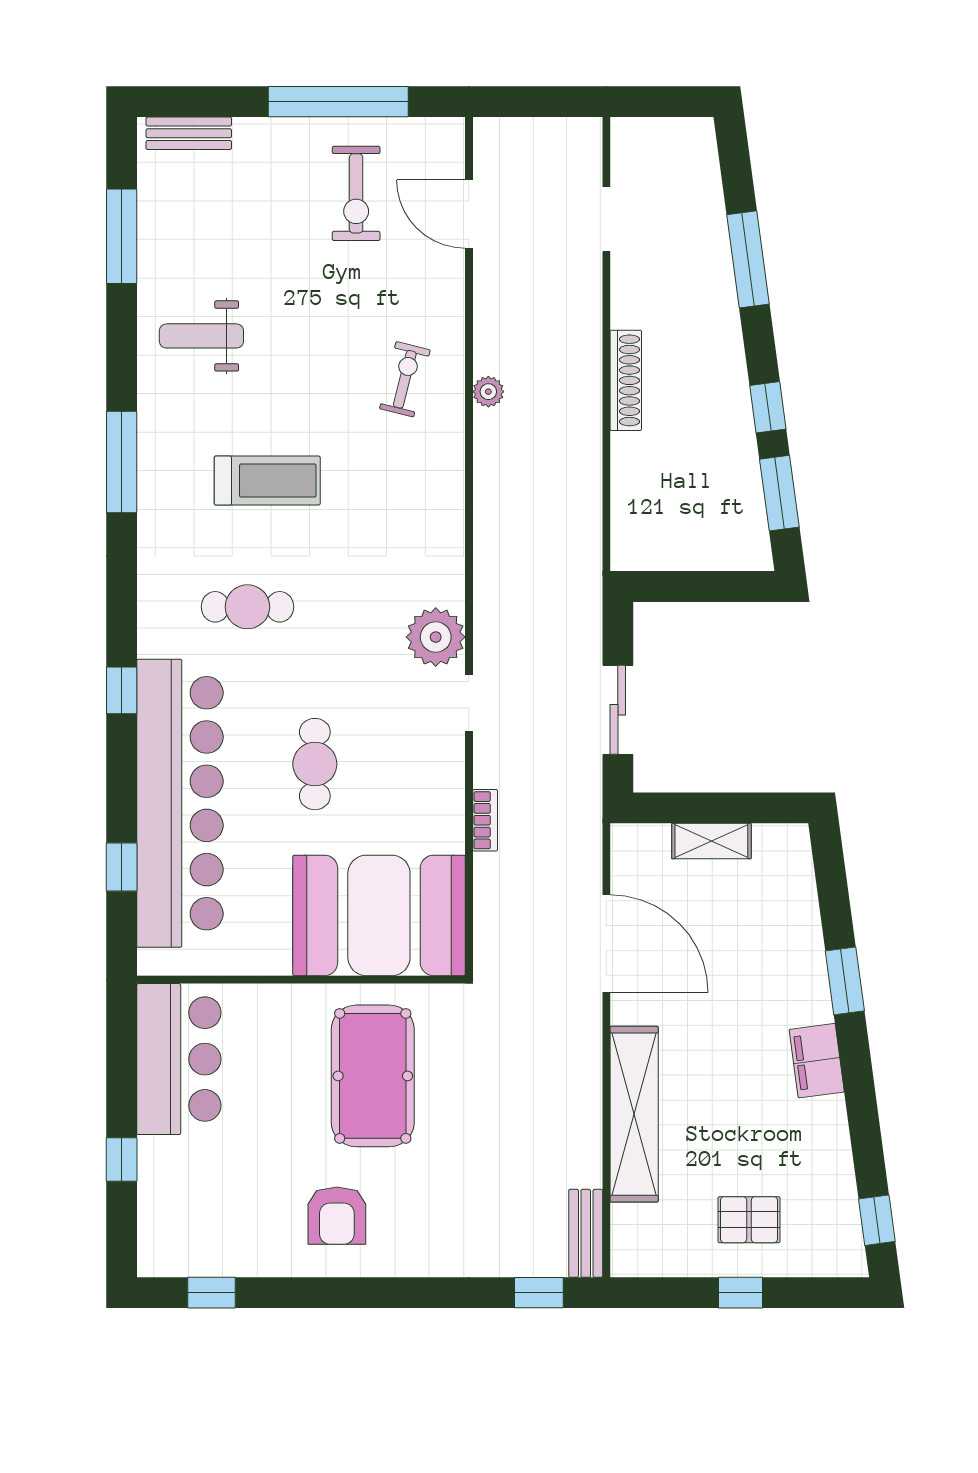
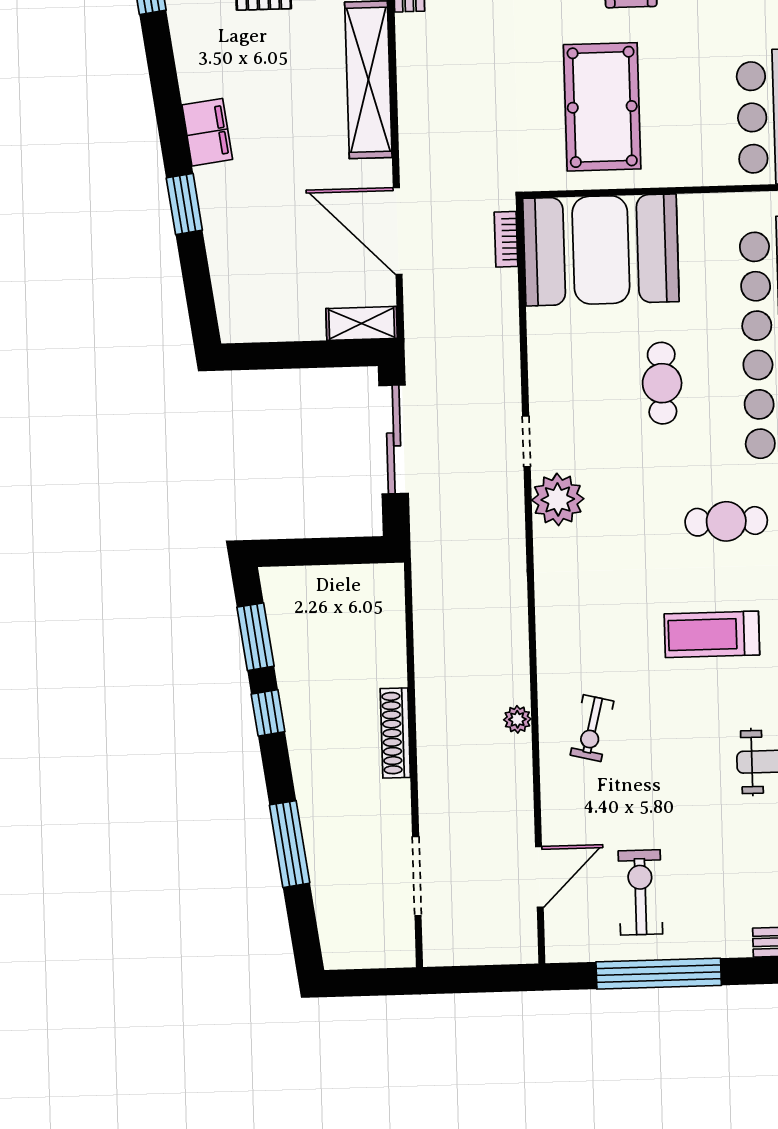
door: (469, 214) -> (539, 877), hinge flipped
doorway: (606, 219) -> (417, 876), width x1.38
sliding door: (618, 710) -> (394, 439), width x1.37
bookcase: (485, 820) -> (506, 239), moved
shelving: (711, 841) -> (362, 323), moved

